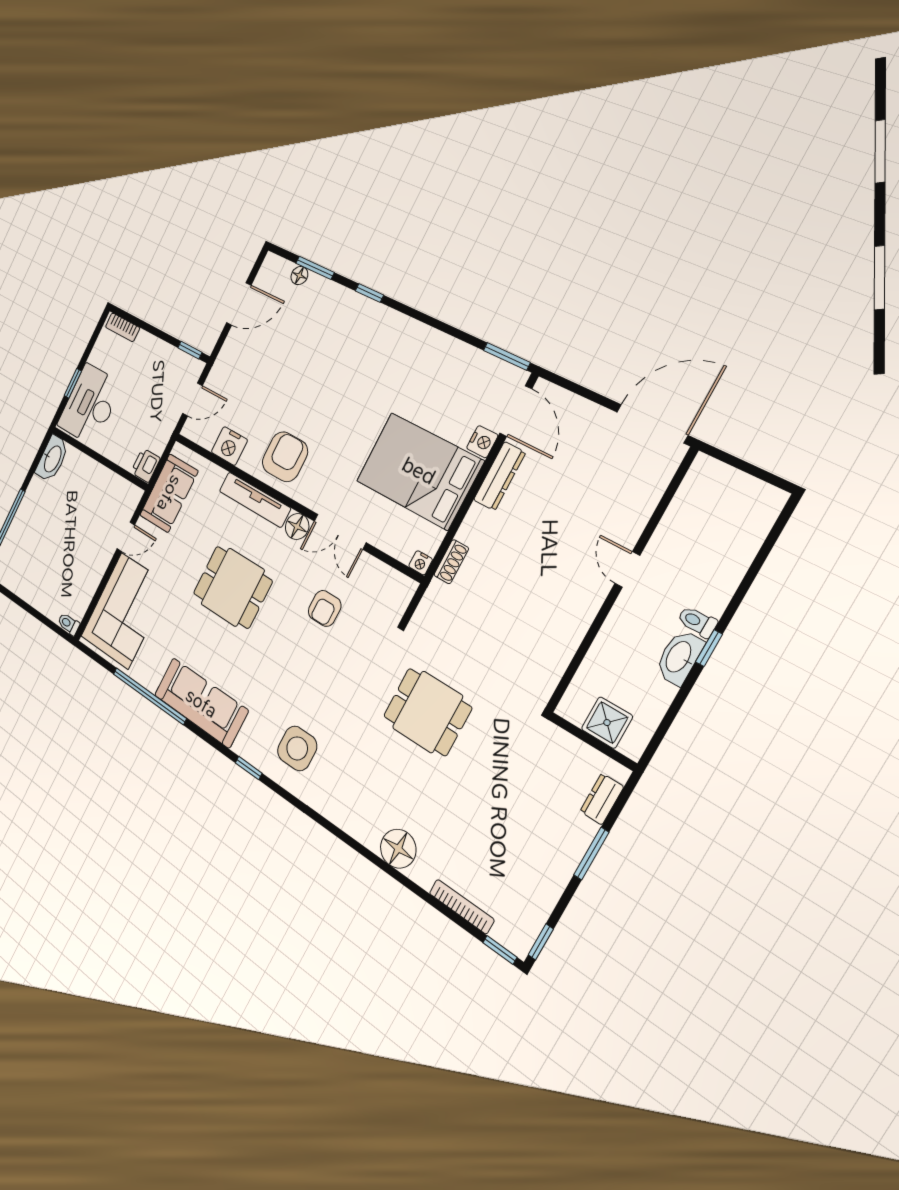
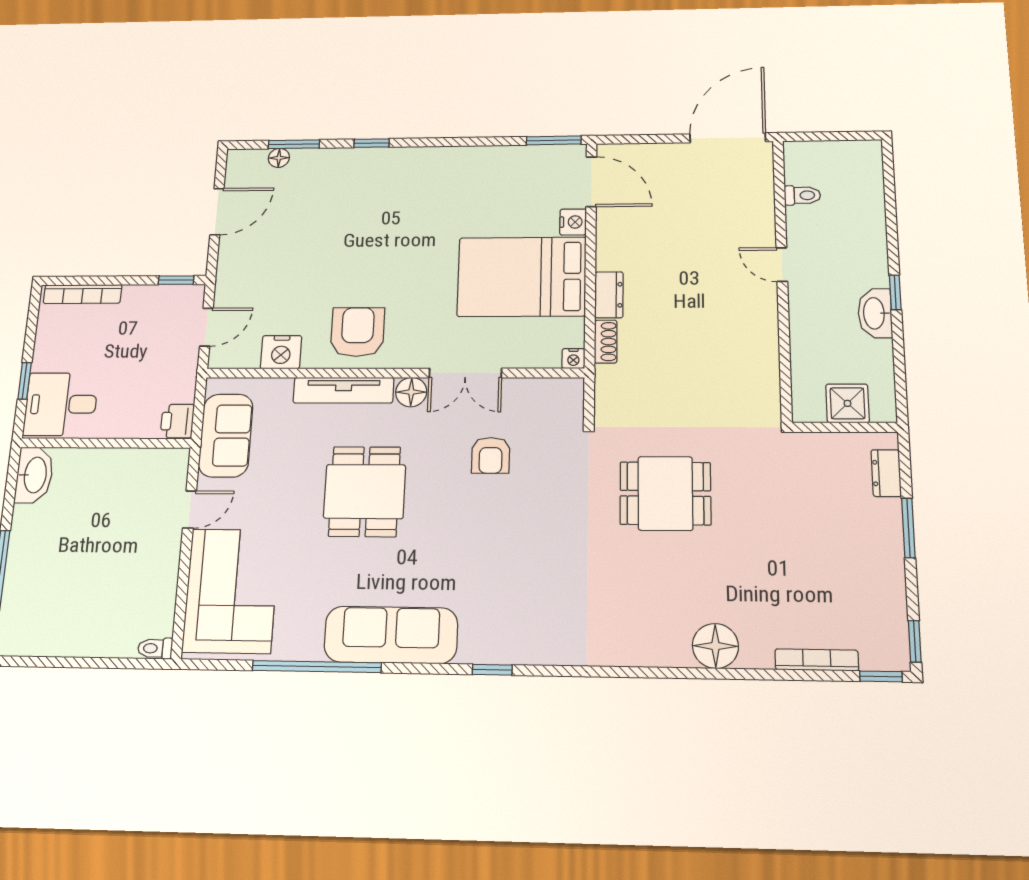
bookcase: (123, 327) -> (83, 294), width x1.56
desk: (90, 405) -> (61, 404), width x0.73
dresser: (500, 476) -> (609, 295), moved, width x0.70
dining table: (233, 587) -> (365, 491), turned 90
toilet: (697, 622) -> (802, 195), moved, turned 180
side table: (297, 748) -> (540, 614), removed

